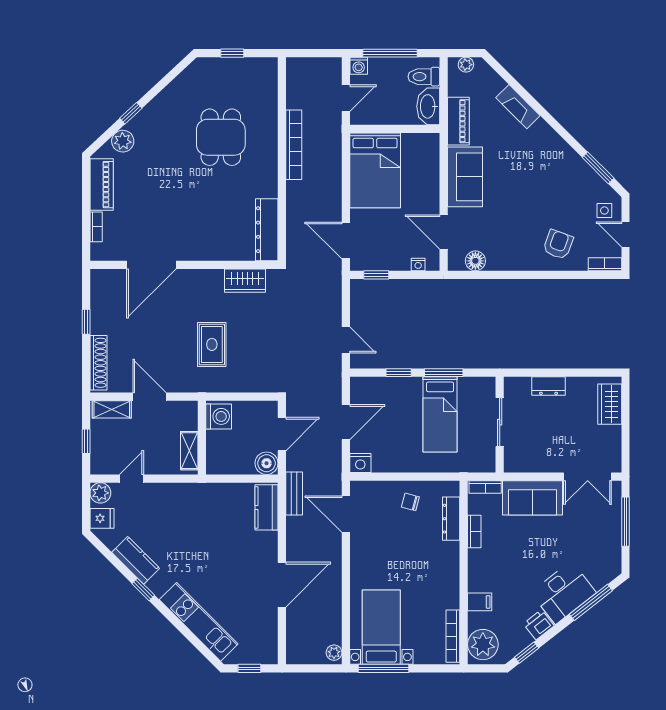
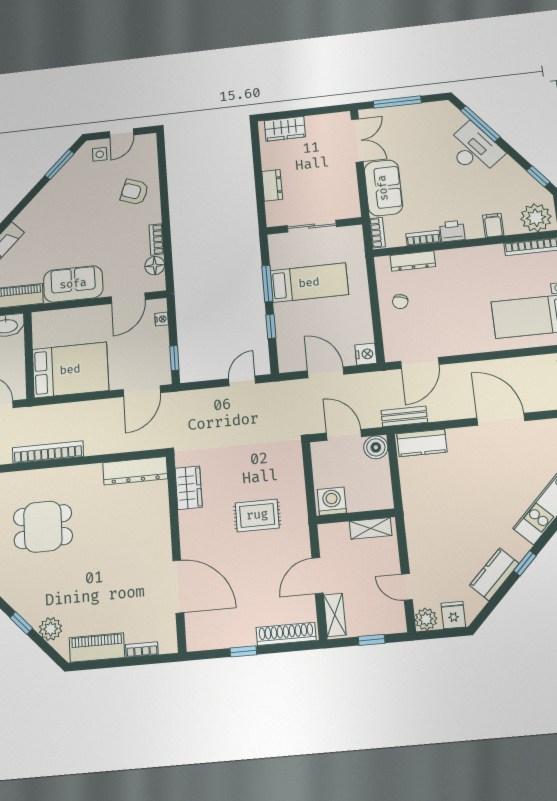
bookcase: (605, 264) -> (156, 239), moved
printer: (539, 625) -> (452, 231), moved, turned 128

